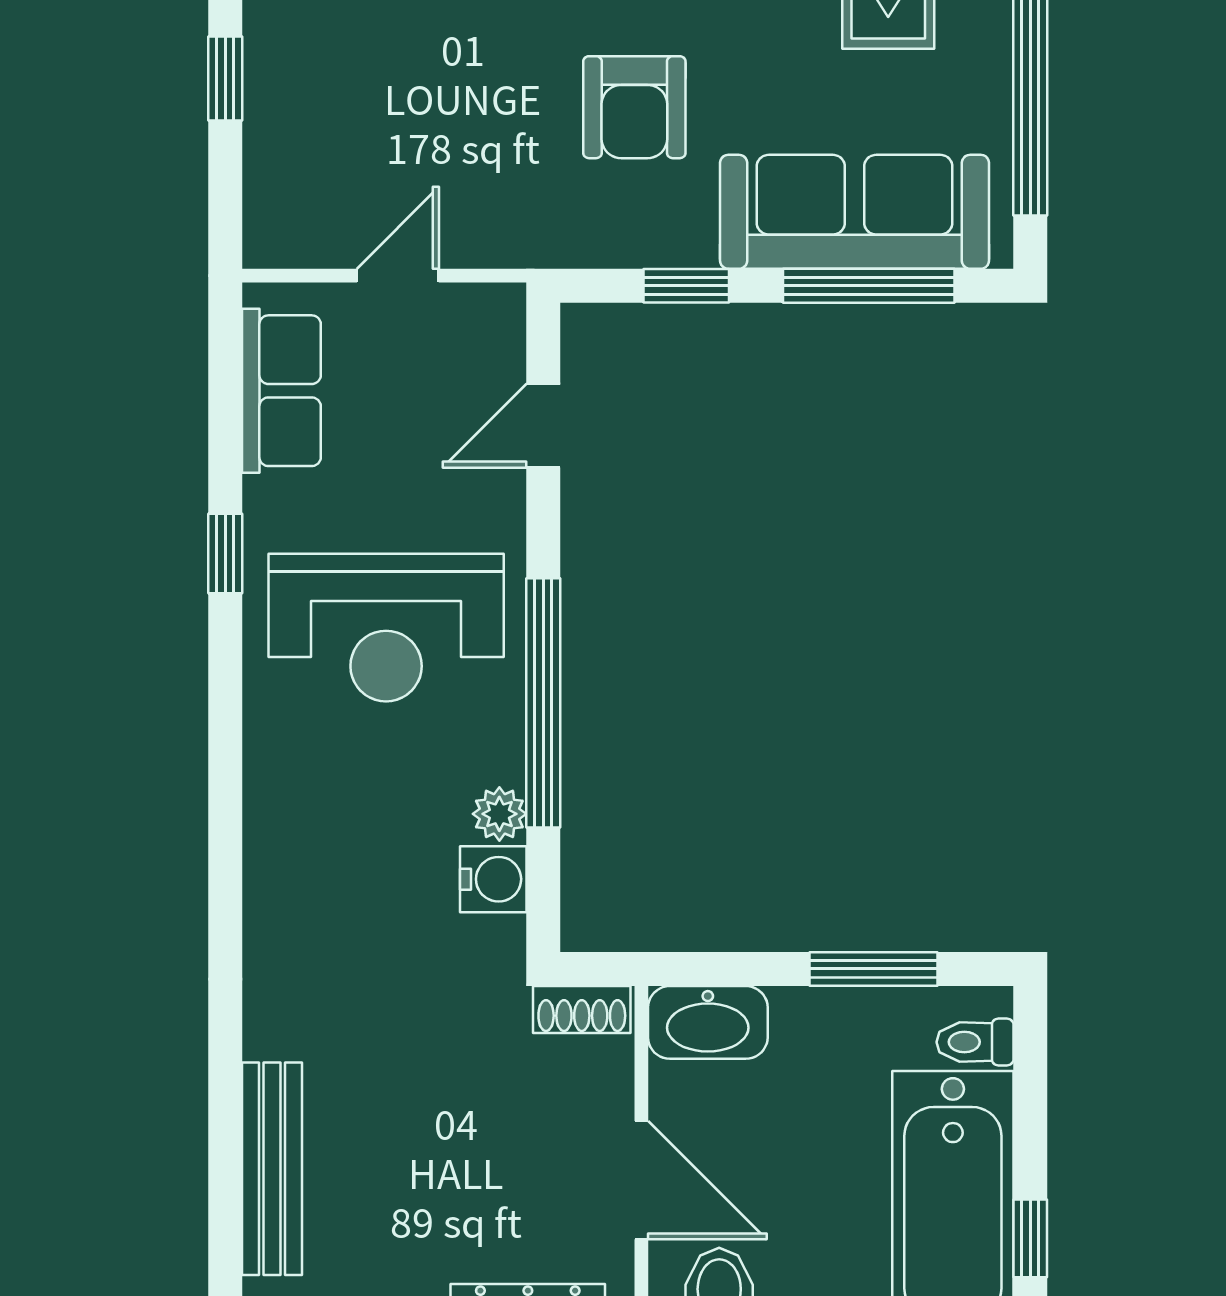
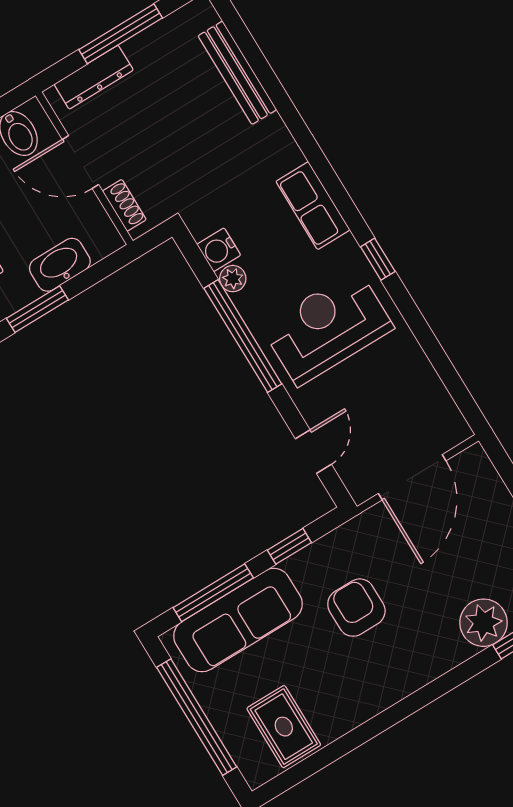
door: (398, 276) -> (412, 477), width x1.88
row of seats: (281, 391) -> (313, 206), moved
window: (225, 554) -> (378, 259), moved
shoe rack: (582, 1009) -> (124, 205), moved, turned 90
washbasin: (708, 1022) -> (60, 265), moved

